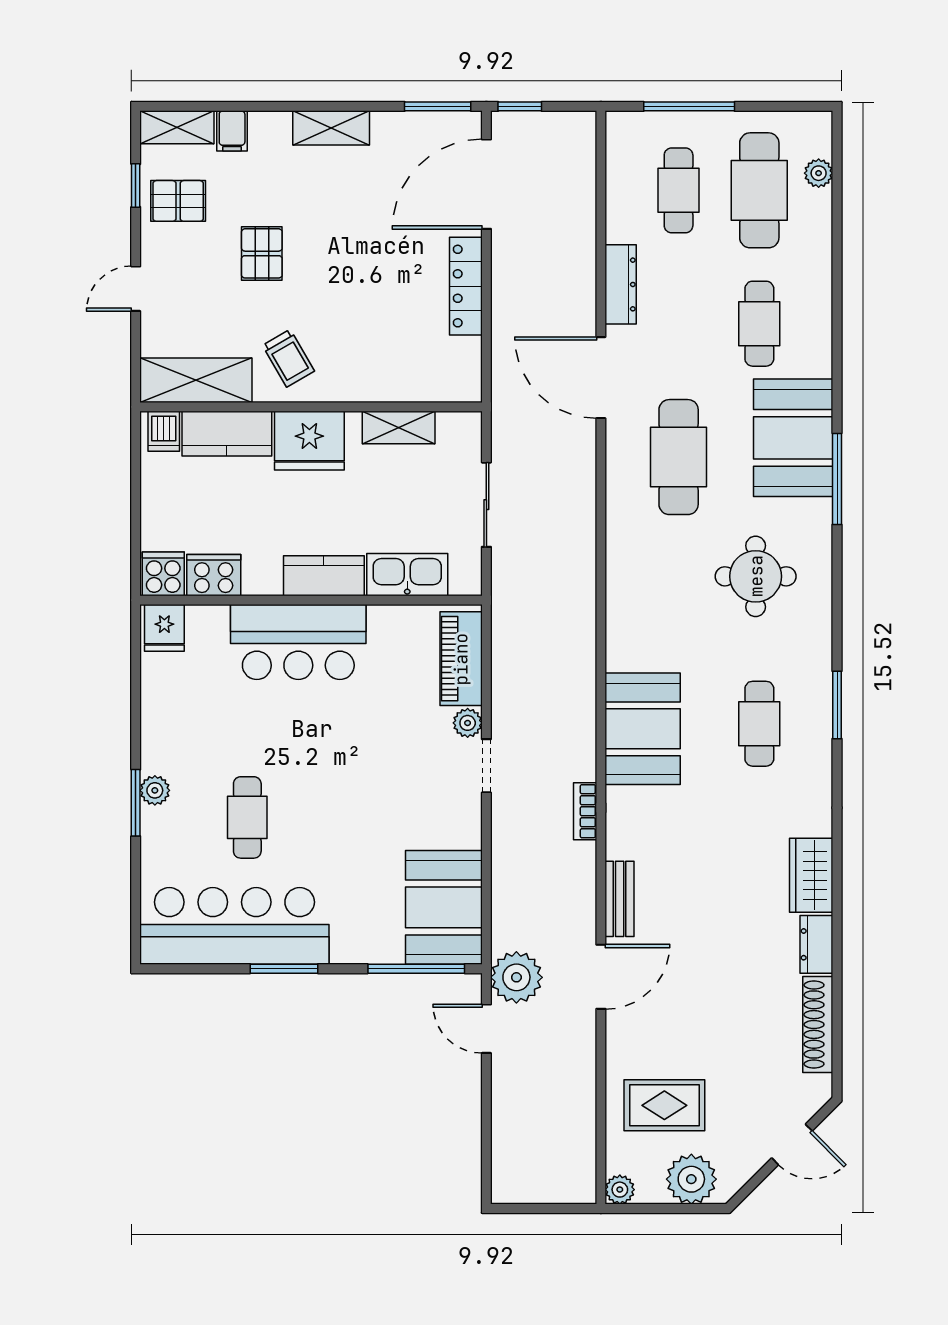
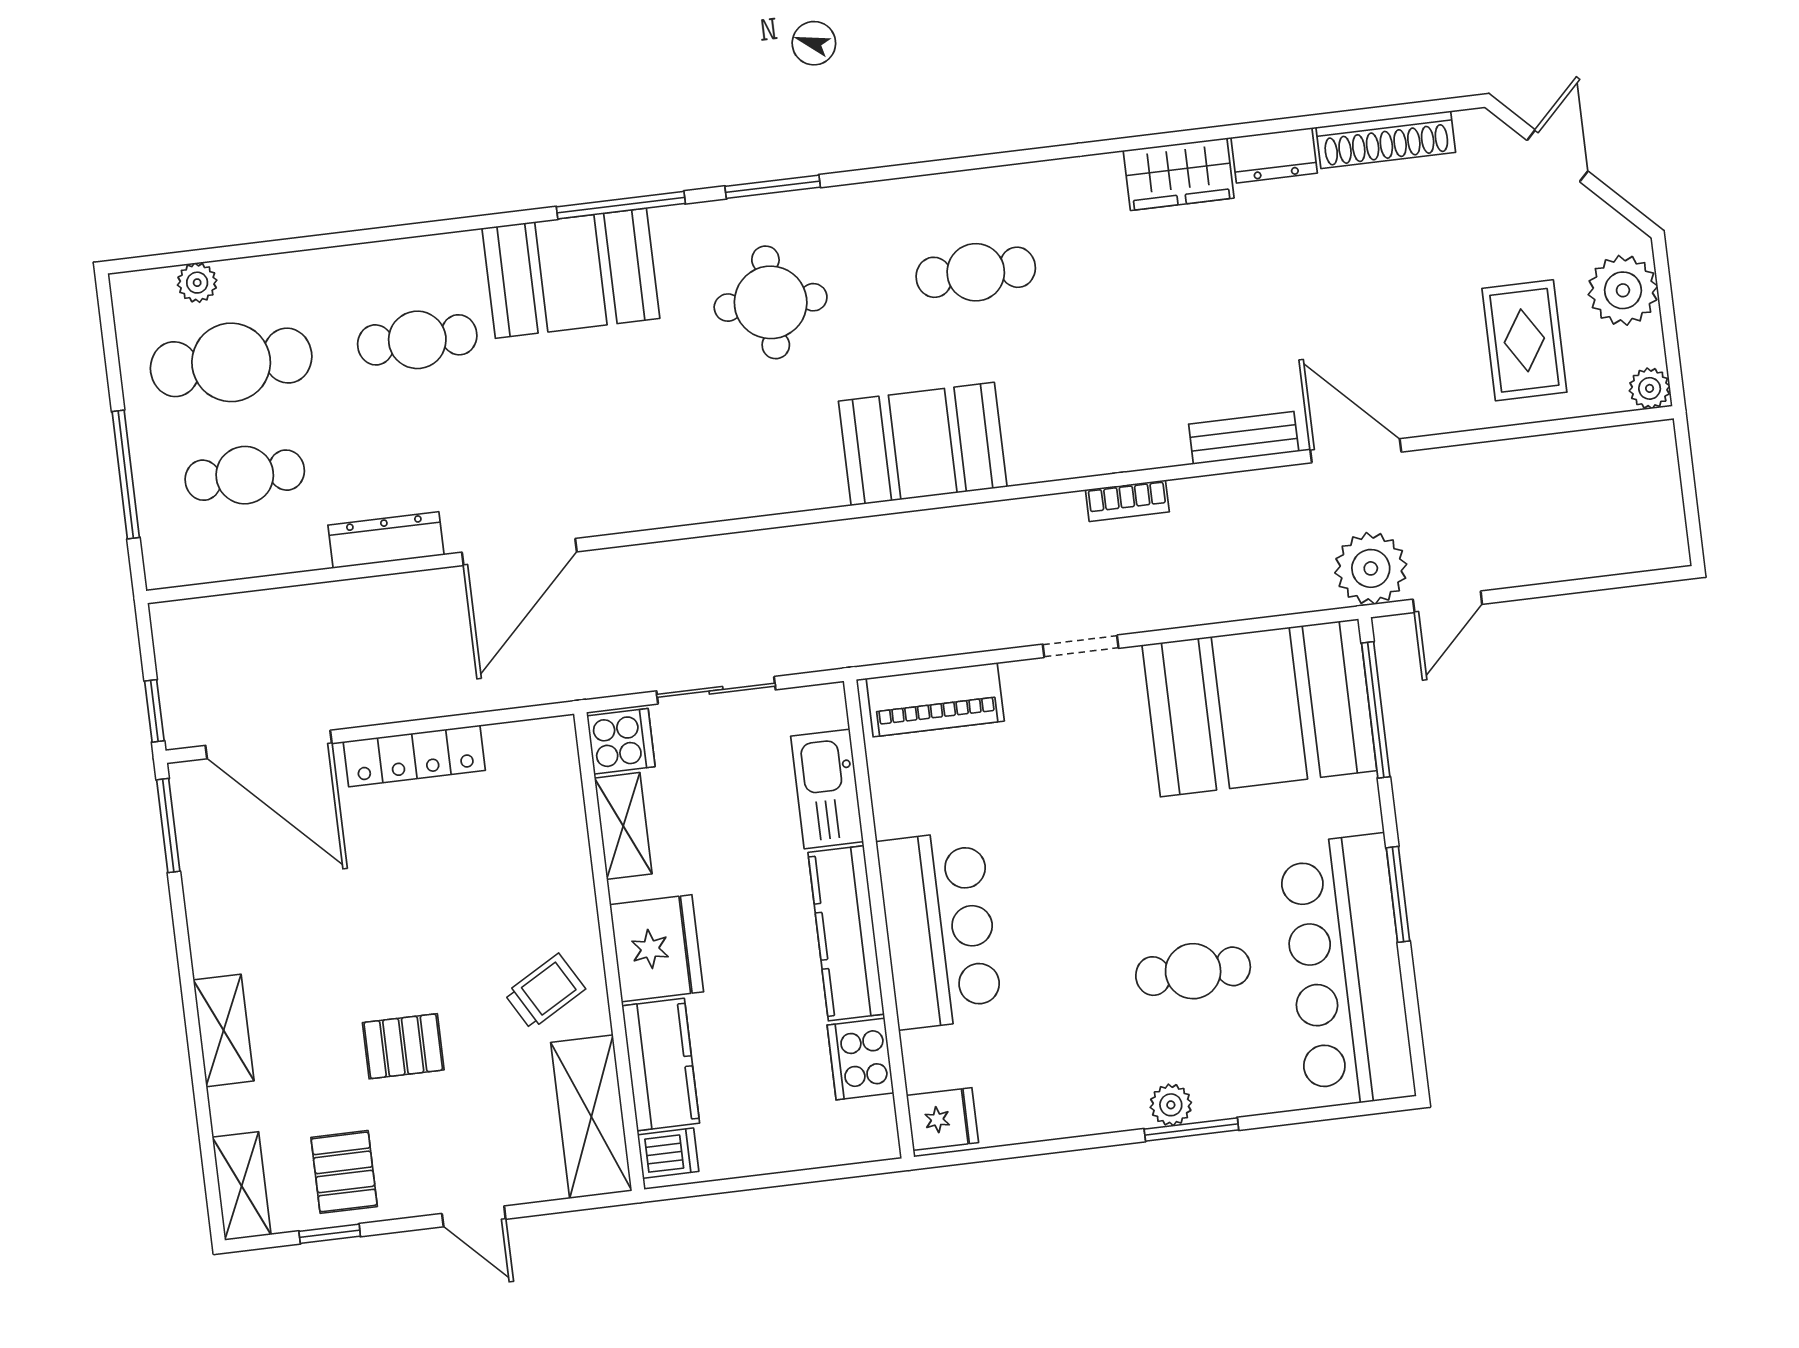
shelving: (331, 128) -> (224, 1030), moved
filing cabinet: (232, 131) -> (237, 1109), removed
cafe table: (679, 457) -> (617, 430), removed
cooker: (163, 574) -> (621, 741), moved, turned 180
kitchen counter: (324, 576) -> (846, 933), width x1.50
window: (837, 705) -> (773, 187), moved
plant: (468, 723) -> (1024, 680), removed
booth: (643, 729) -> (923, 444), moved
booth: (444, 907) -> (1259, 708), width x1.36, depth x1.42

